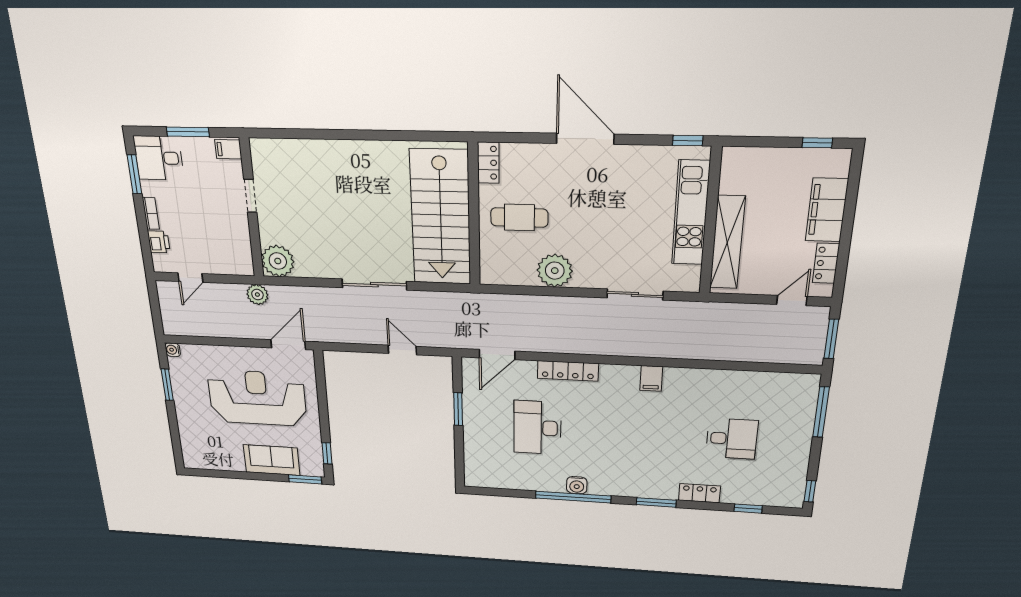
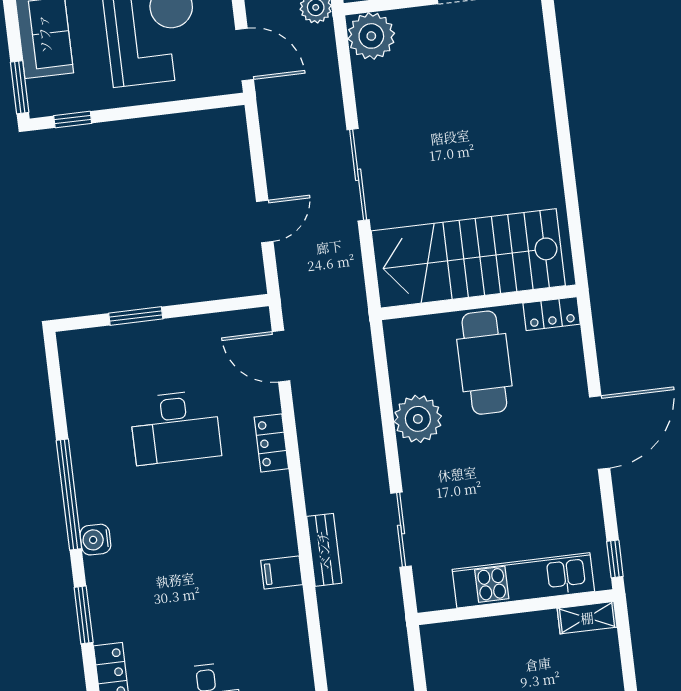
cafe table: (519, 217) -> (484, 363), width x1.37, depth x1.35
shelving: (727, 243) -> (587, 618), moved, width x0.45, depth x0.75
bench: (640, 348) -> (324, 550), added
locker: (568, 371) -> (271, 443), width x0.66
window: (458, 409) -> (136, 316), moved
desk: (537, 428) -> (175, 427), turned 180
water cooler: (577, 485) -> (95, 540), moved

